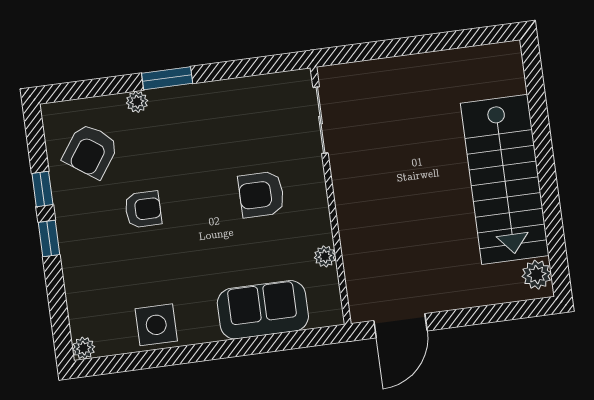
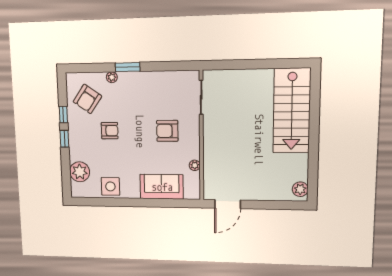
stairs: (505, 179) -> (292, 111), moved
plant: (84, 348) -> (80, 172), moved, width x1.87, depth x1.87

